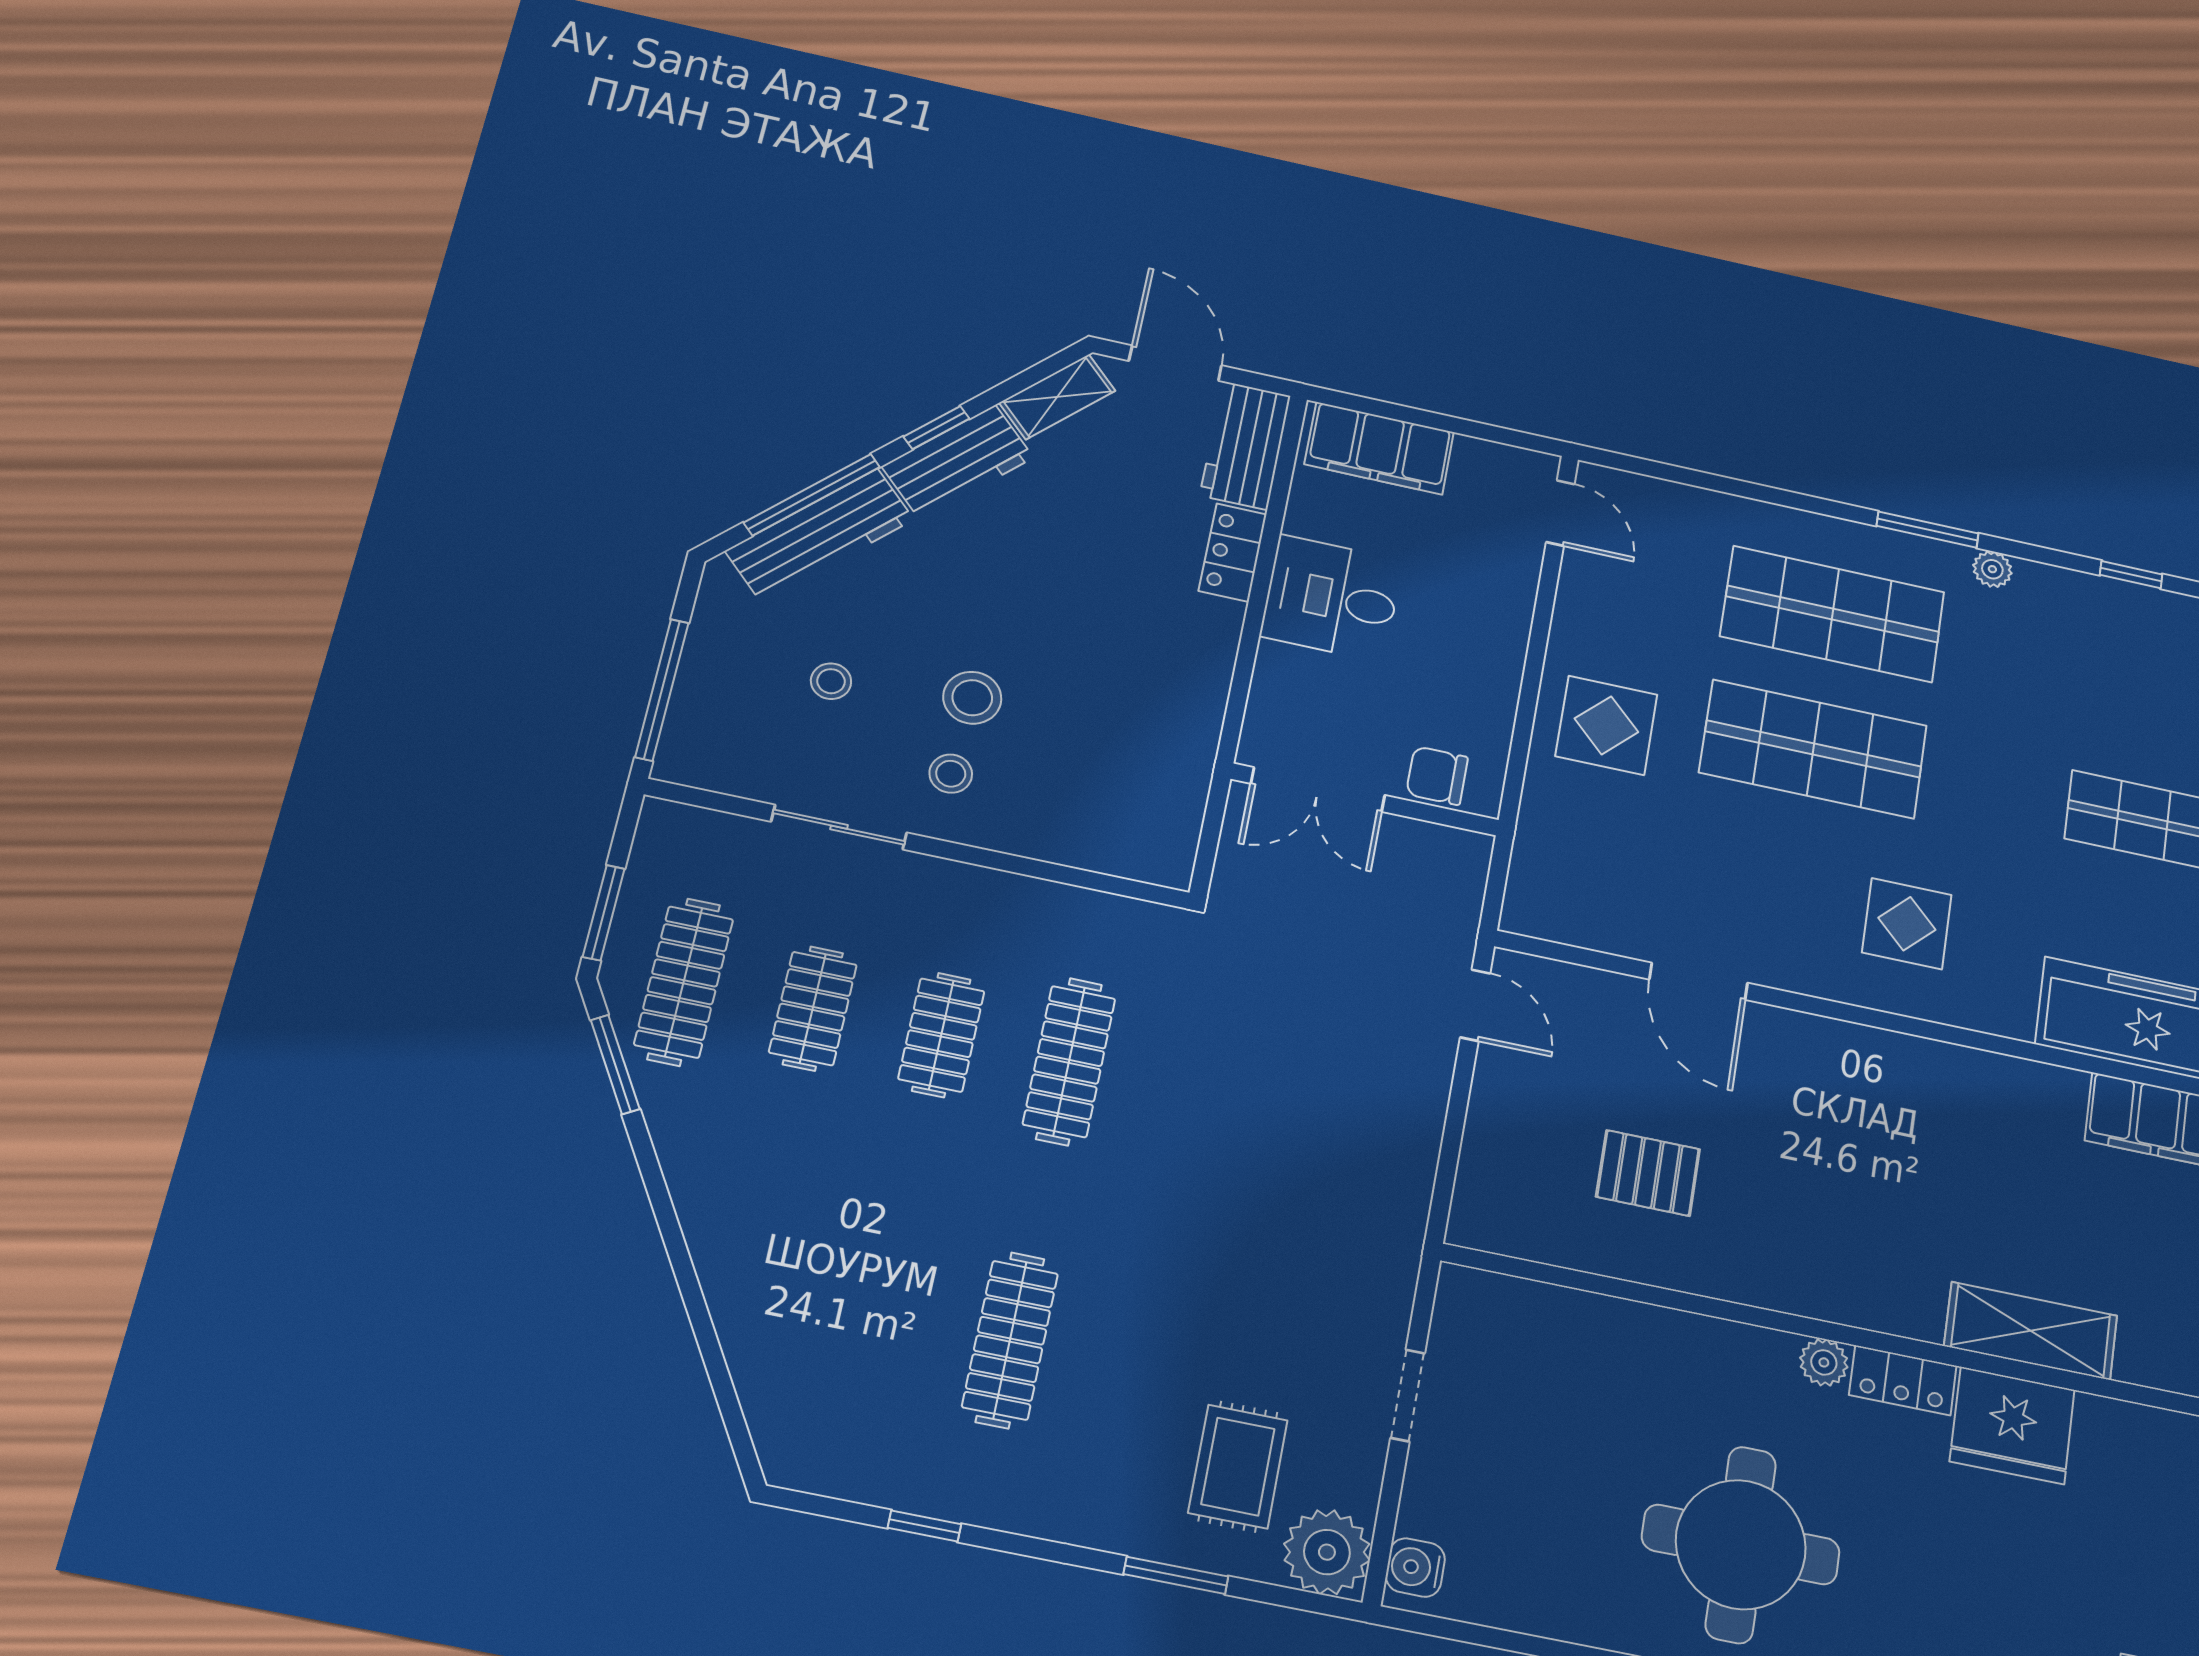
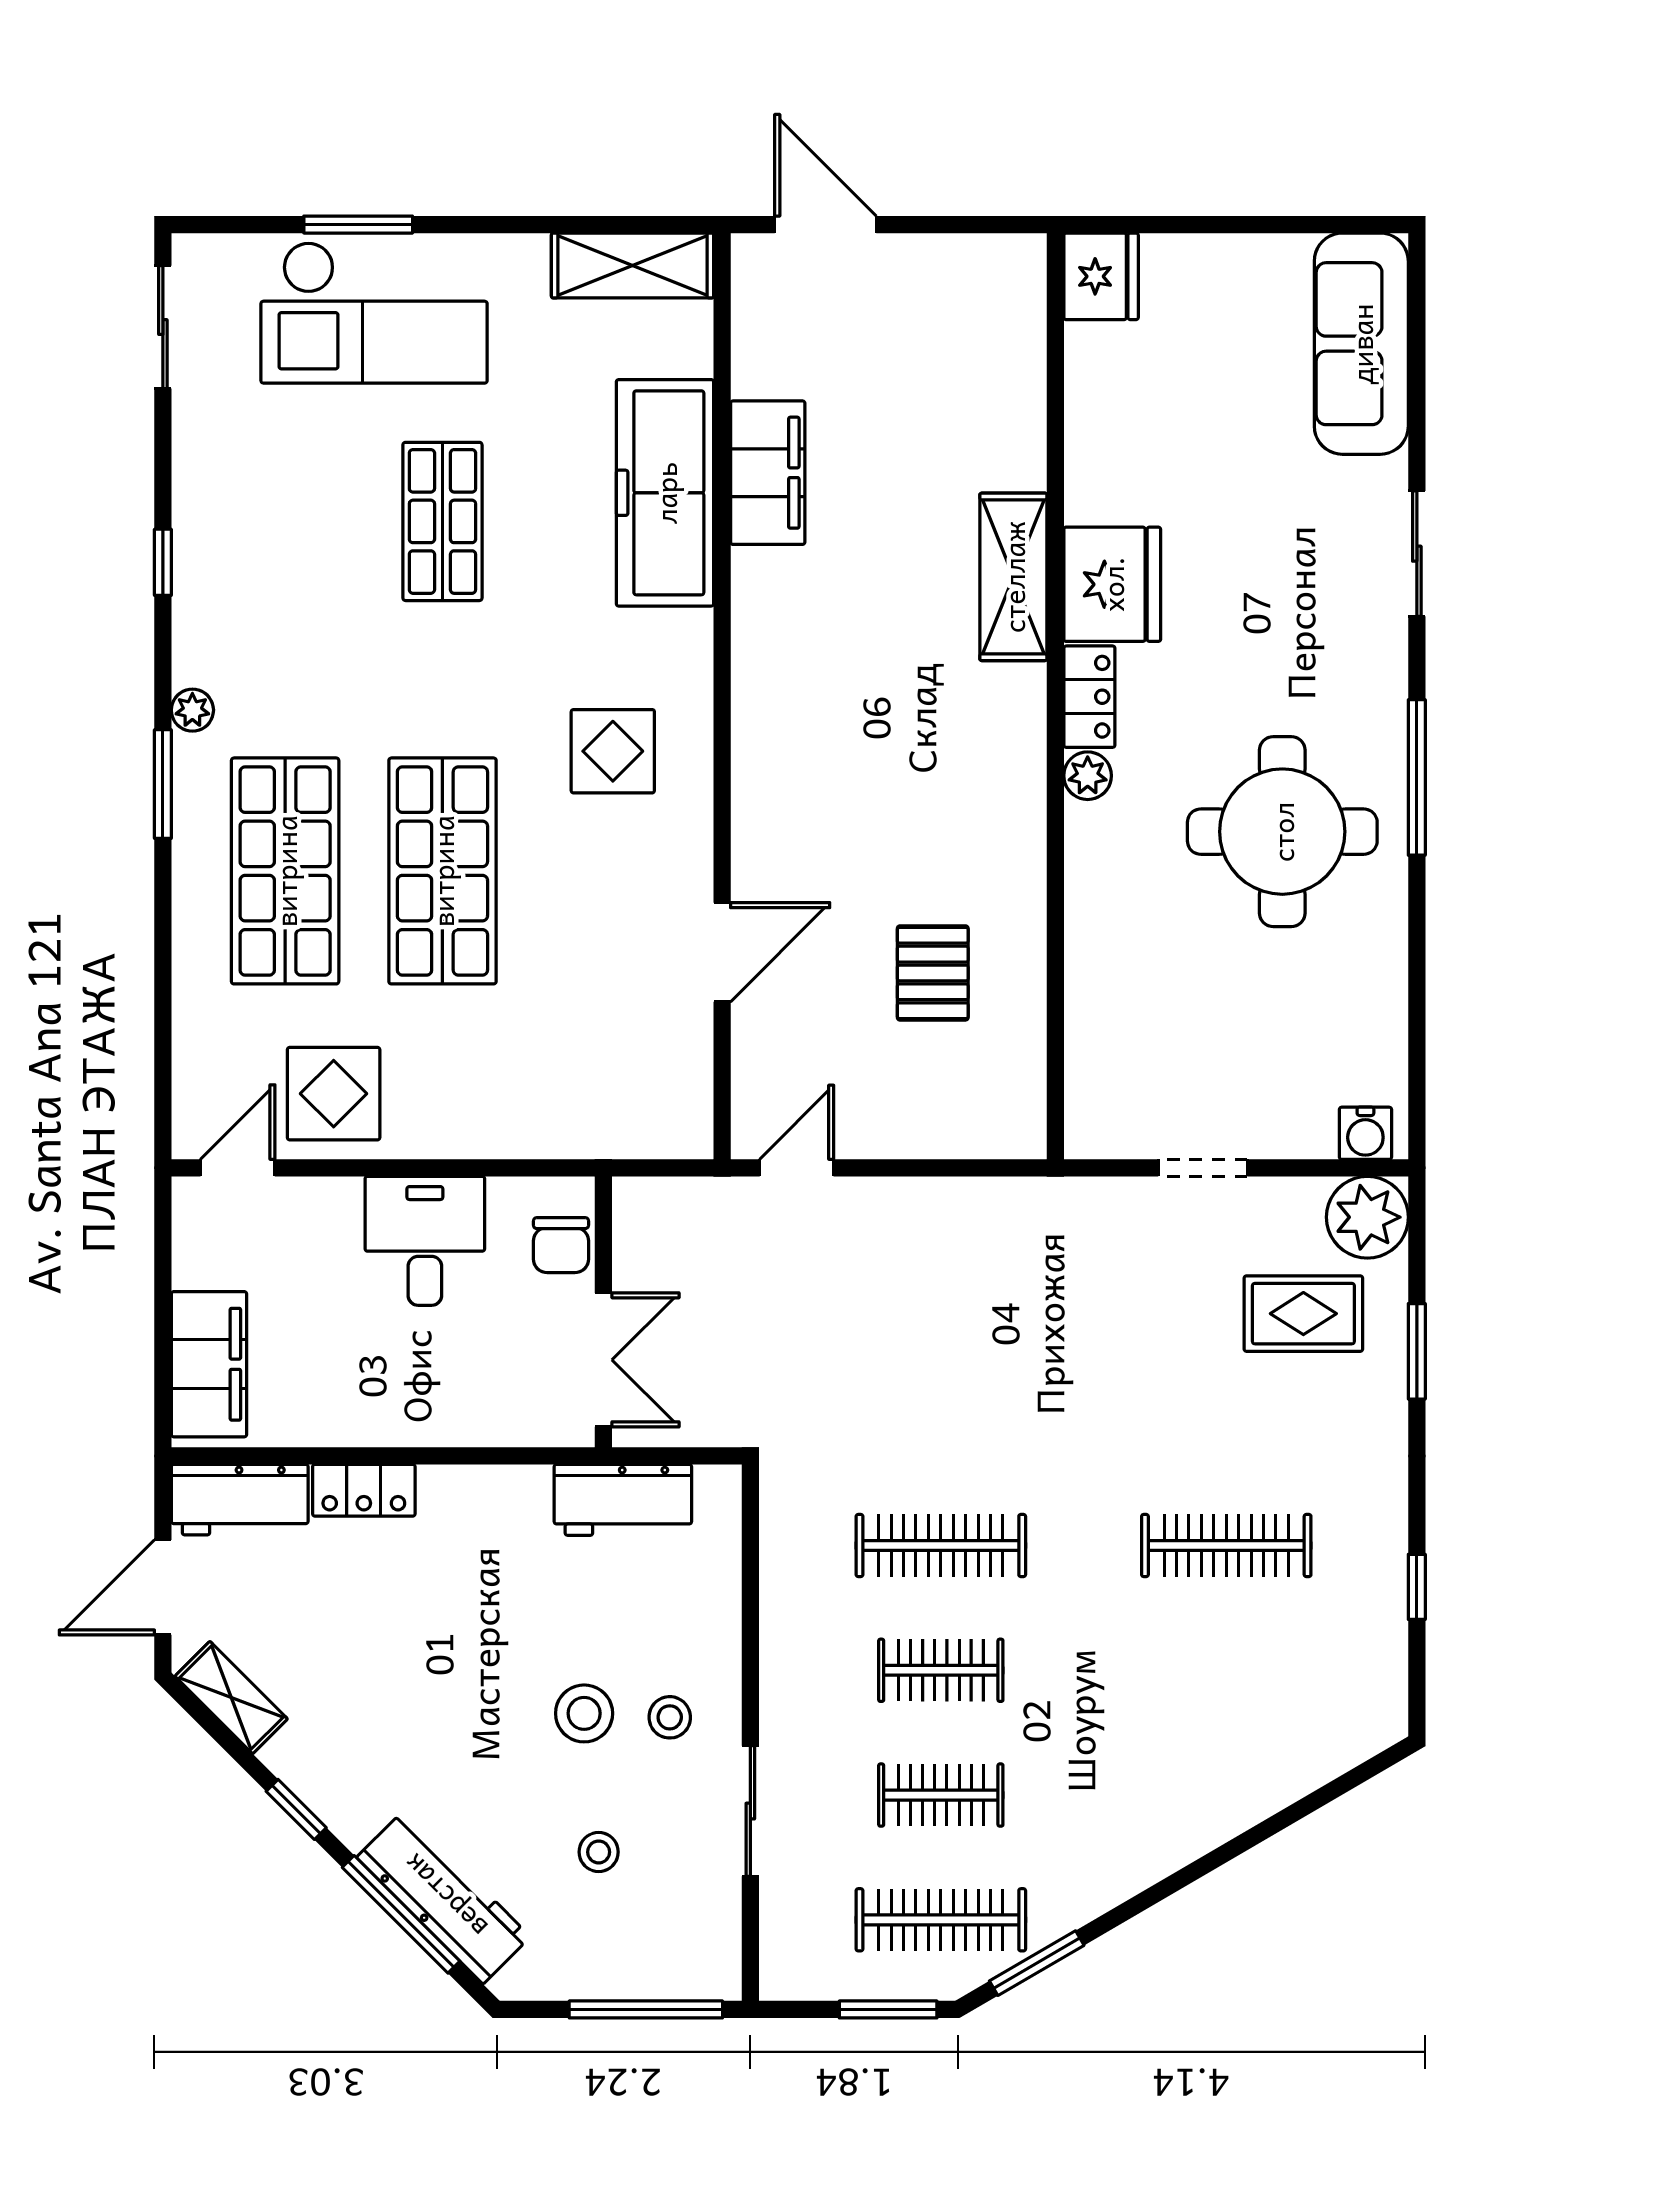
workbench: (958, 462) -> (623, 1500), moved, turned 135
desk: (1332, 598) -> (425, 1241), moved, turned 180
display table: (1606, 725) -> (334, 1094), moved

